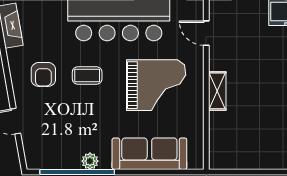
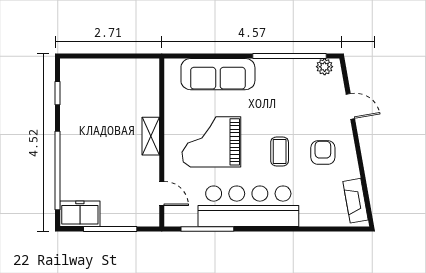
coffee table: (87, 75) -> (280, 151), turned 90
plant: (90, 161) -> (325, 67), moved

